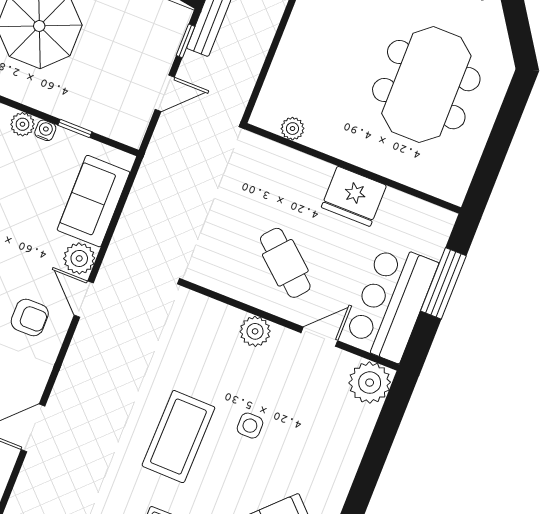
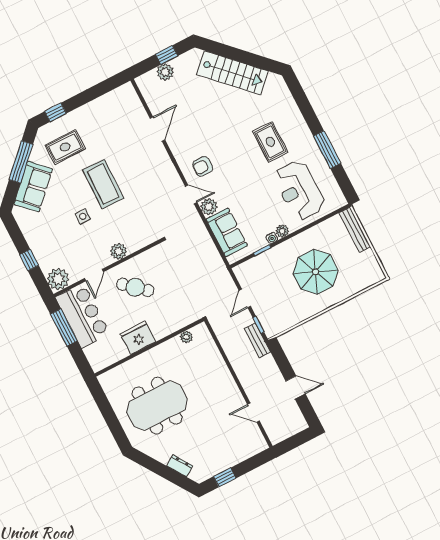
meeting table: (426, 85) -> (157, 406), turned 90
window: (443, 283) -> (64, 327), moved
window: (379, 448) -> (29, 260), added

